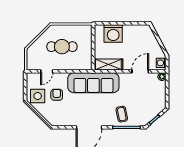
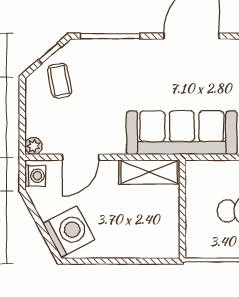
washing machine: (113, 34) -> (69, 231), moved, turned 62
coffee table: (122, 114) -> (60, 81), moved

